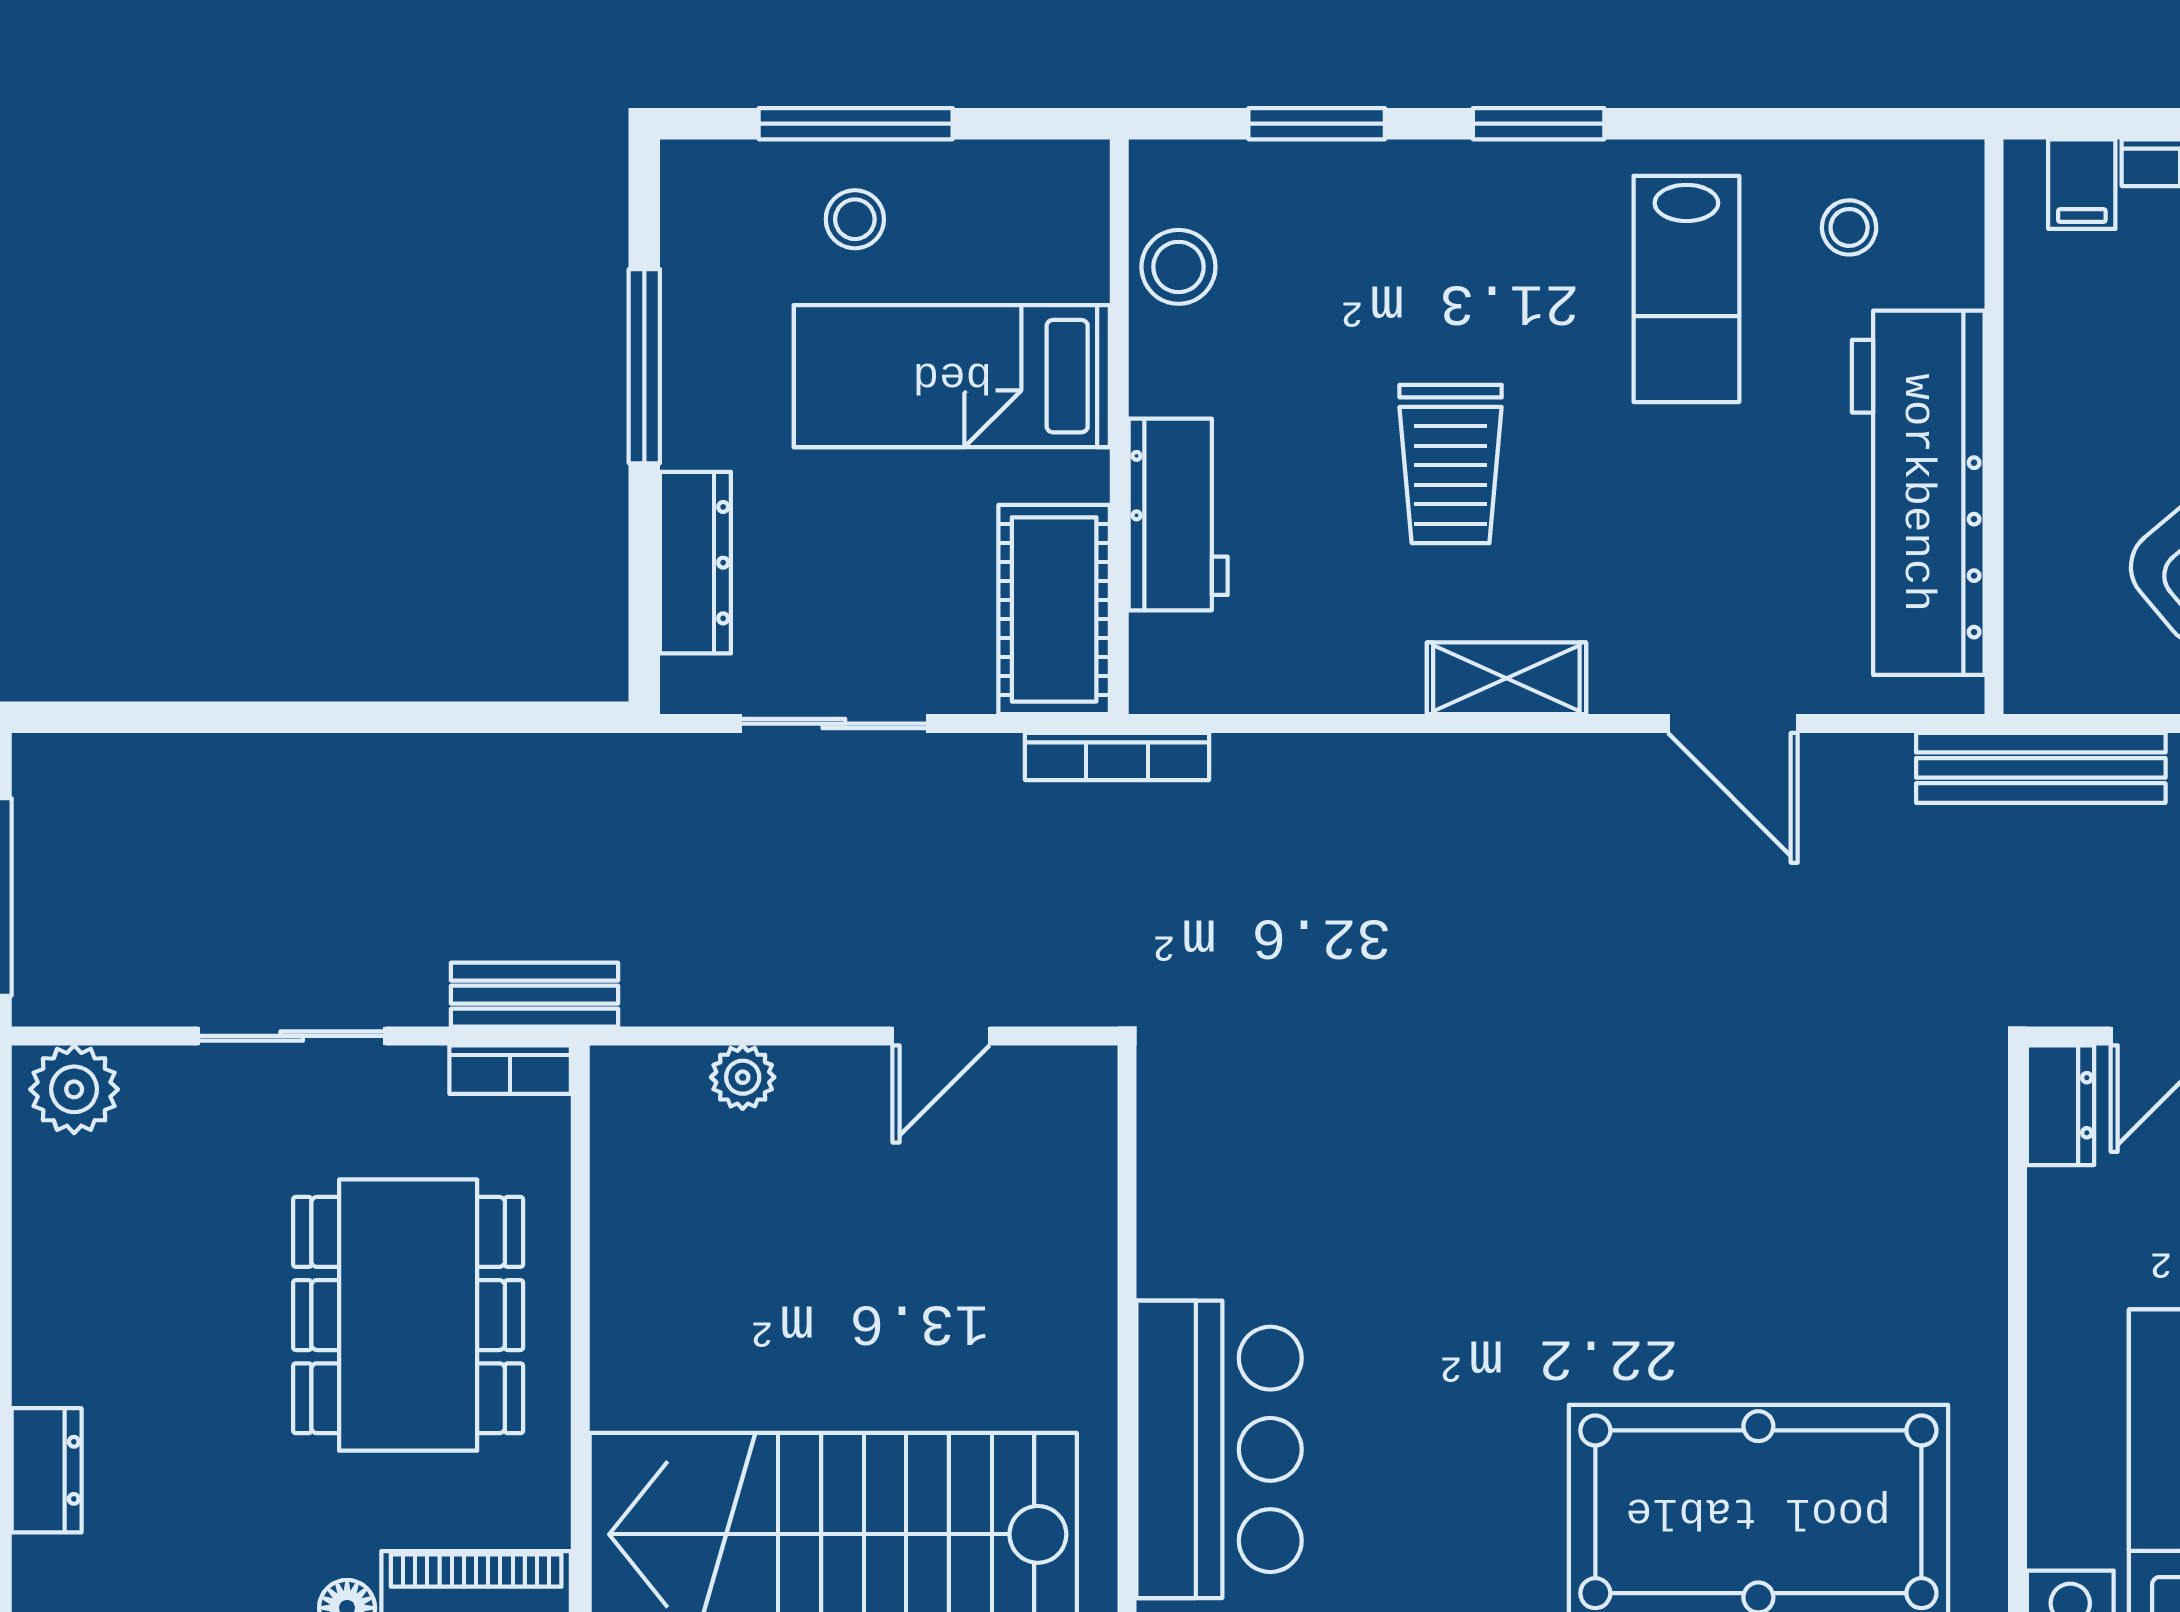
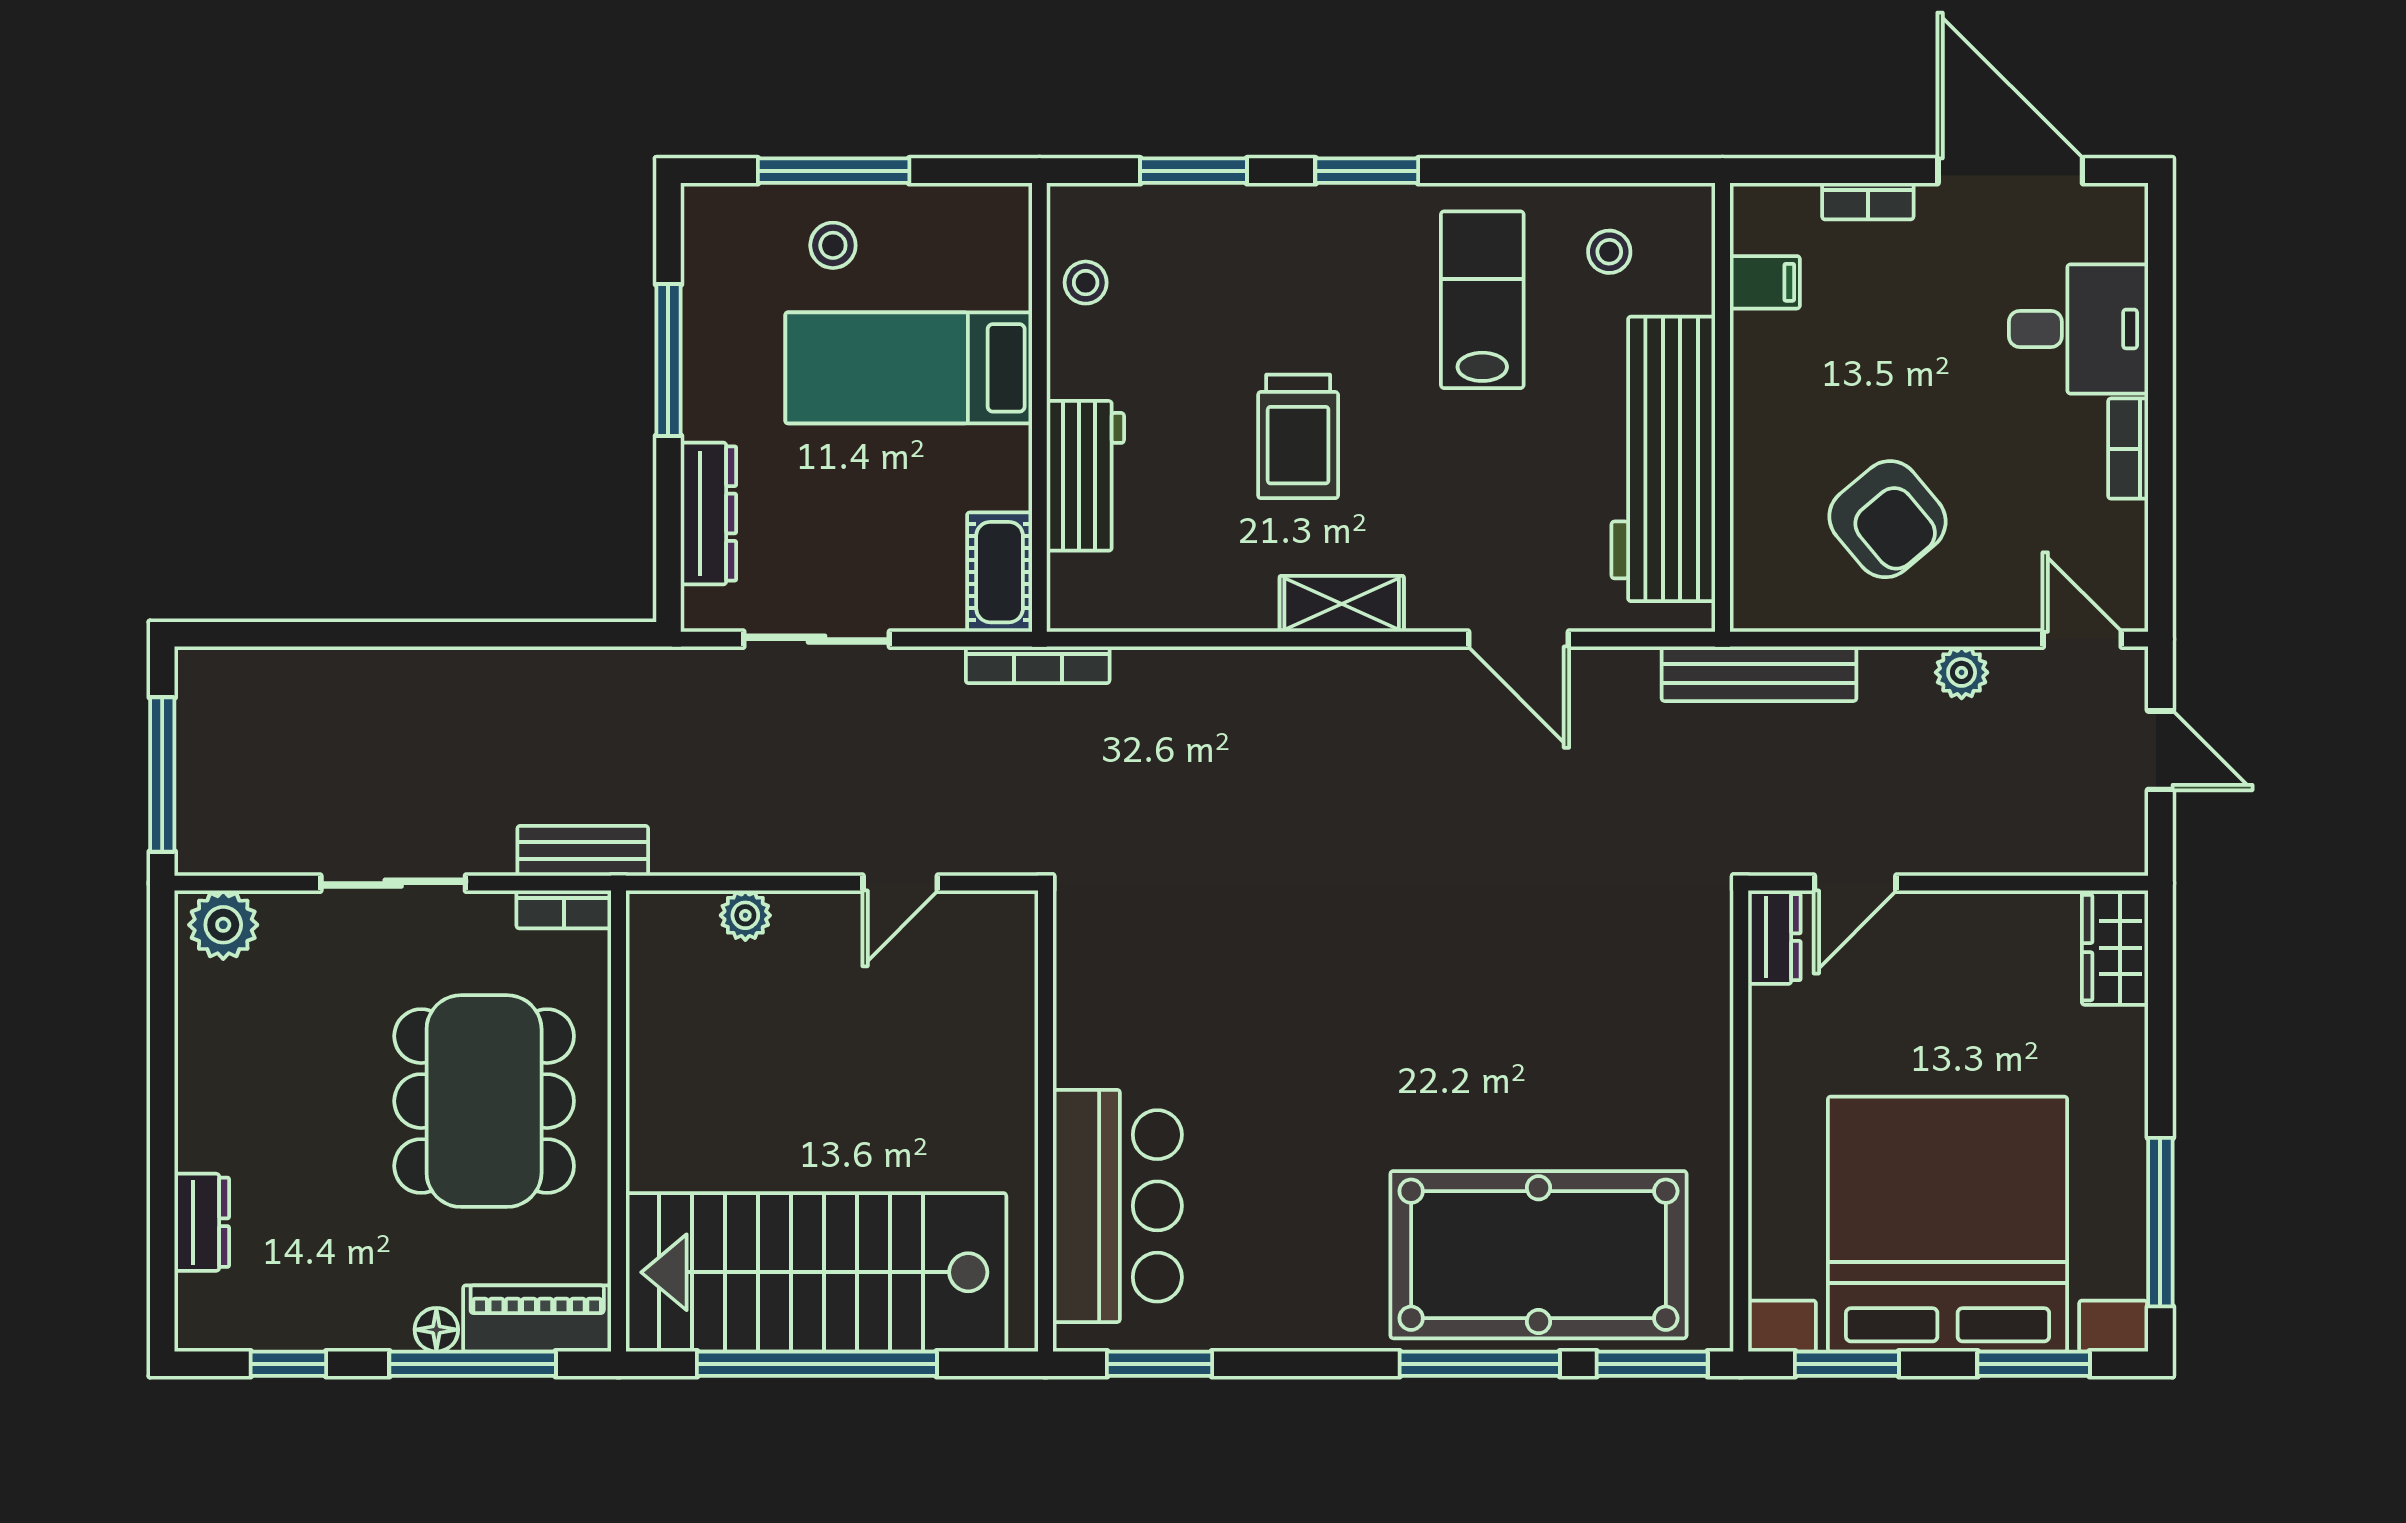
filing cabinet: (2082, 184) -> (1765, 282), moved, turned -90
stool: (1178, 267) -> (1086, 283), width x0.73, depth x0.73
lab bench: (1686, 289) -> (1482, 300), turned 180
cot: (1054, 609) -> (1000, 572), width x0.73, depth x0.75

